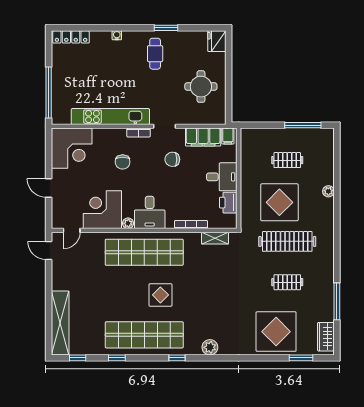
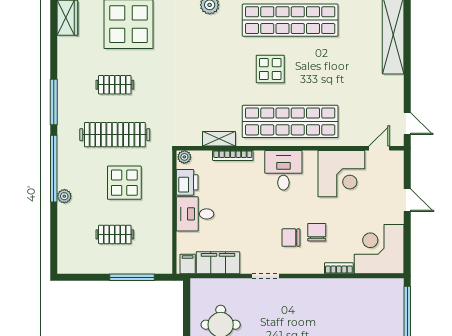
kitchen unit: (110, 117) -> (332, 288), removed
window: (303, 125) -> (132, 277), moved
bookcase: (139, 133) -> (339, 268), moved
chair: (172, 159) -> (291, 238), moved, turned 180
display table: (279, 202) -> (124, 183), width x0.73, depth x0.73
window: (337, 214) -> (54, 169), added
plant: (128, 223) -> (184, 157), moved
shelving: (215, 238) -> (219, 139), moved
window: (337, 301) -> (54, 102), moved

